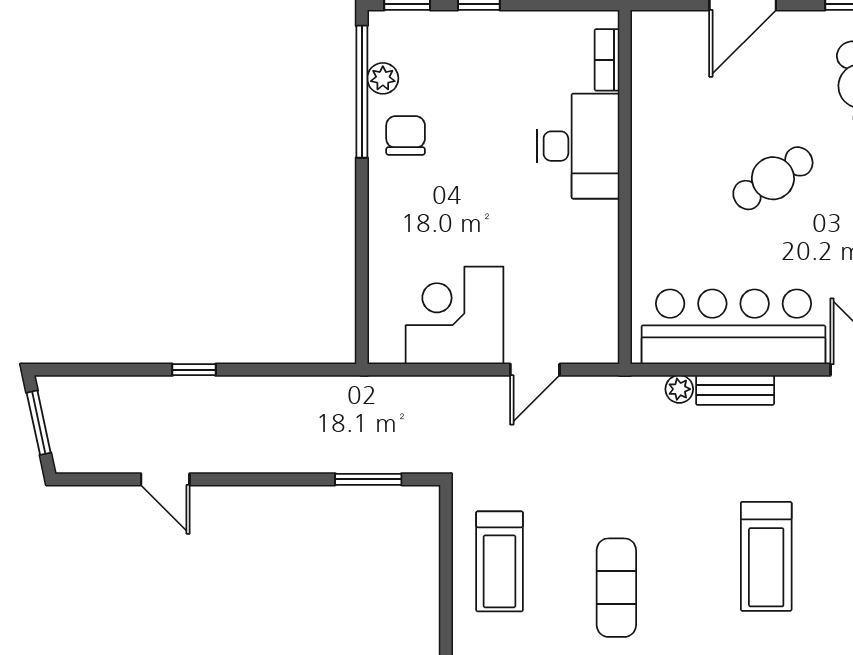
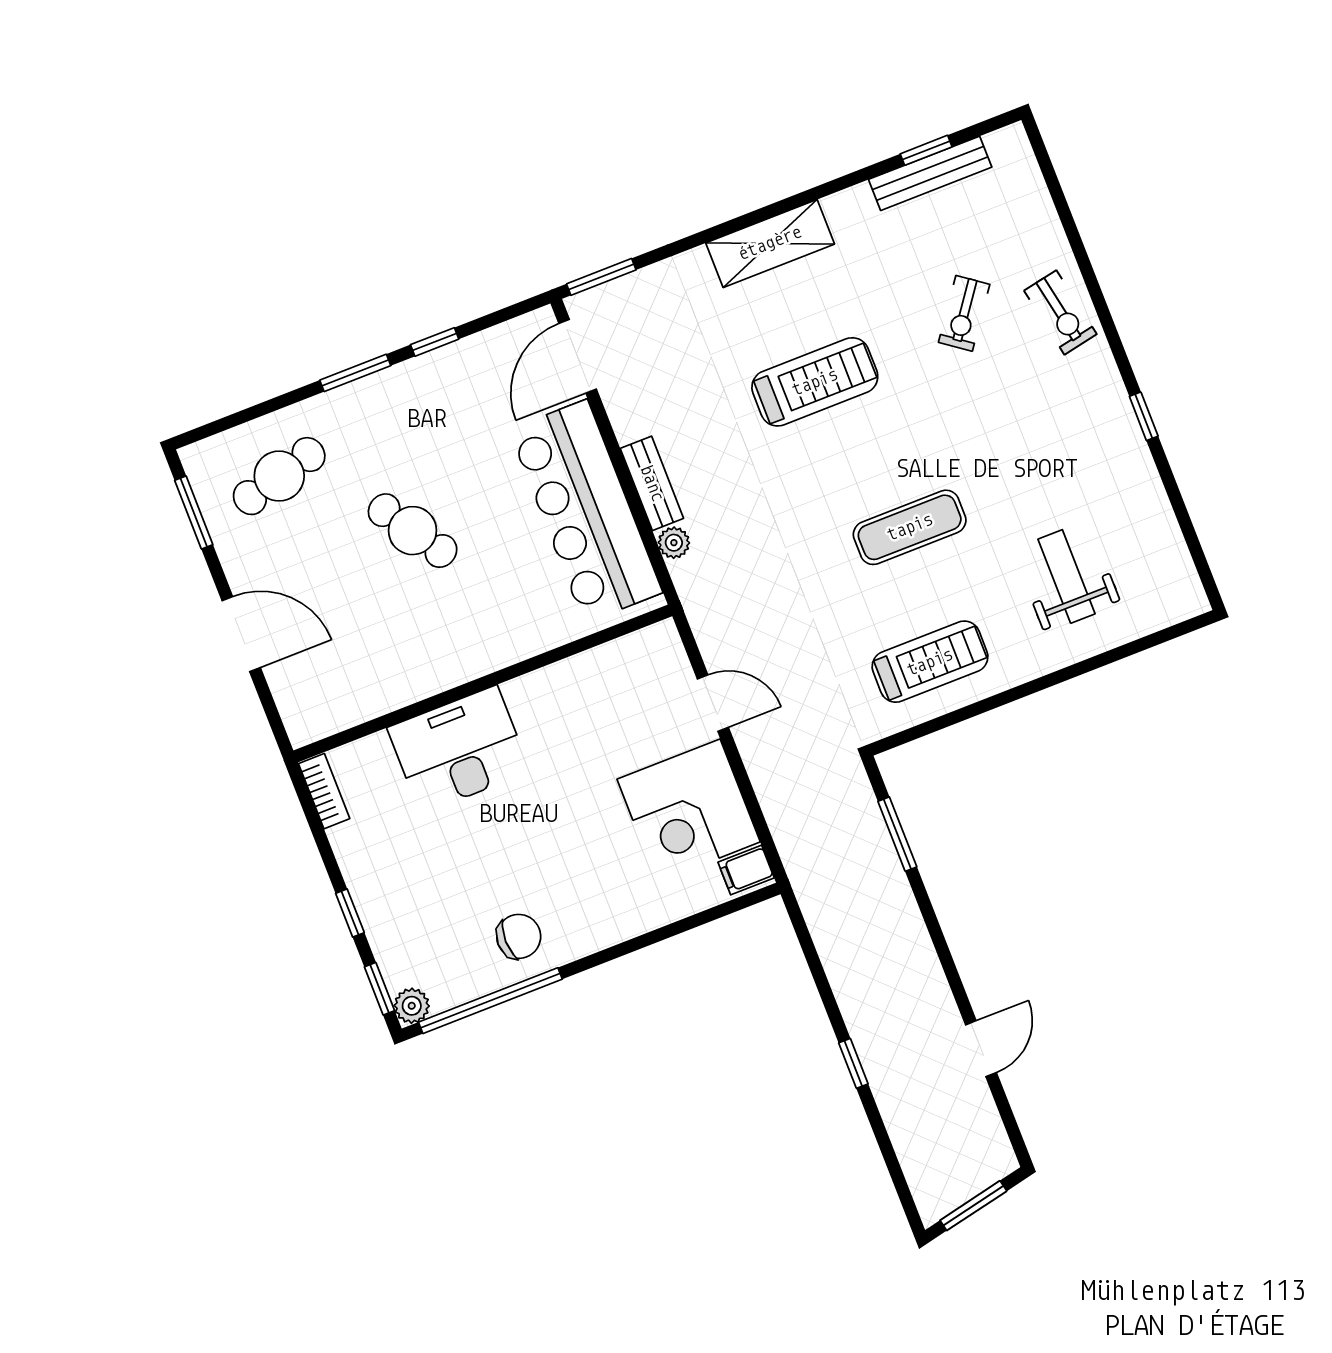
bookcase: (607, 60) -> (324, 791), moved, turned -90
plant: (383, 78) -> (412, 1006), moved
chair: (406, 135) -> (519, 936), turned 180
filing cabinet: (387, 344) -> (746, 870), added

